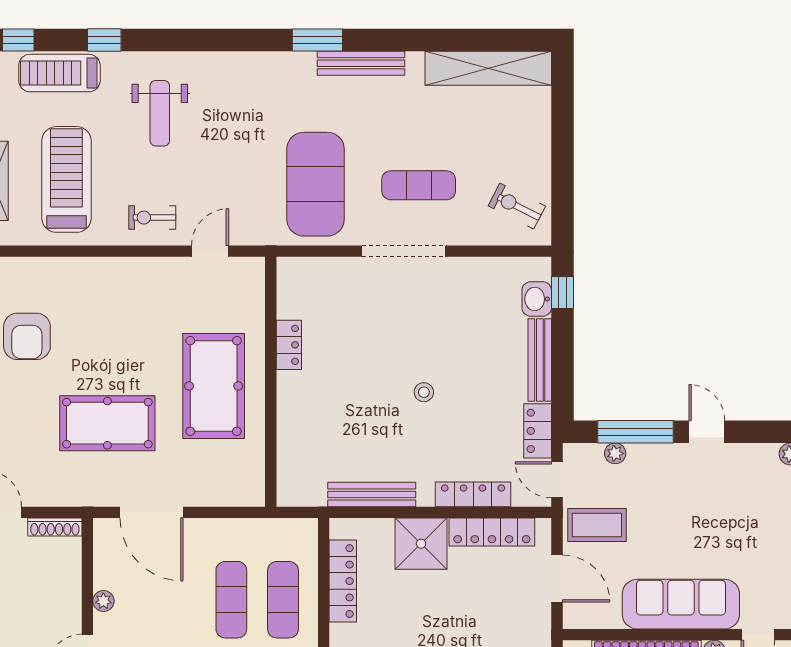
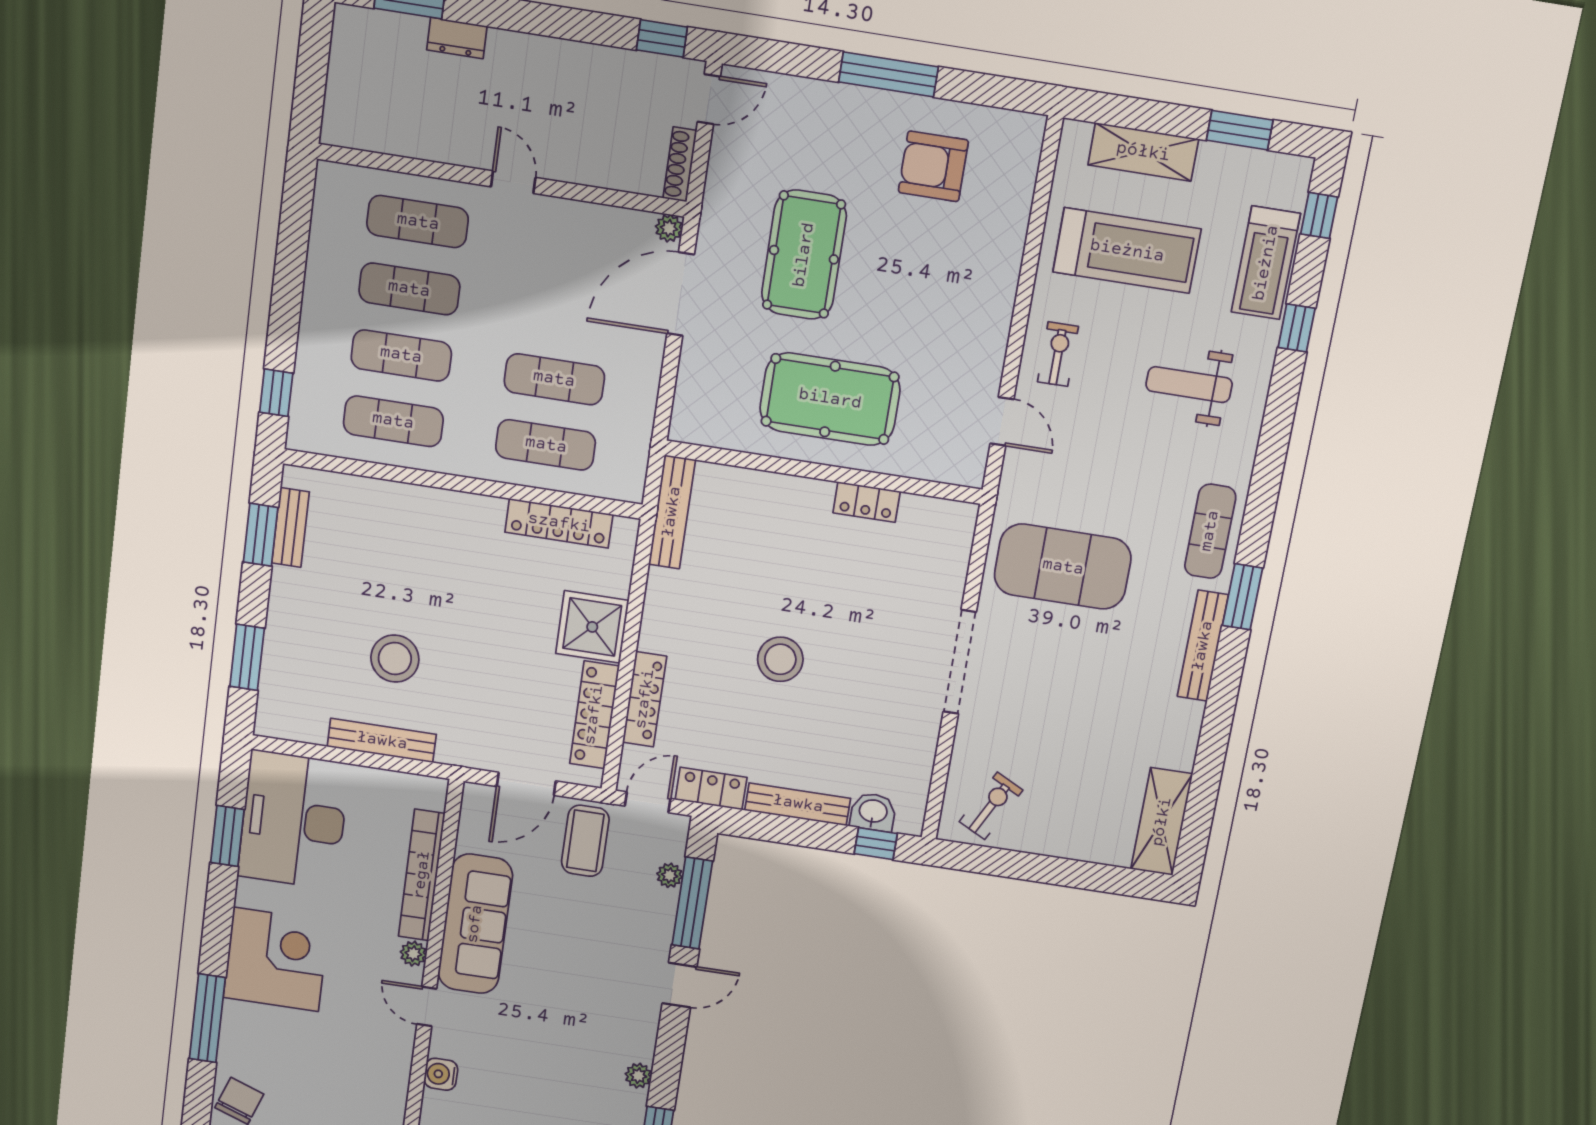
shelving: (488, 68) -> (1162, 822), width x0.68
treadmill: (59, 73) -> (1266, 263), turned 180
exercise mat: (419, 185) -> (1210, 531), moved
stool: (424, 392) -> (780, 659), width x1.89, depth x1.89
bench: (372, 494) -> (672, 512), moved
plant: (103, 601) -> (669, 228), moved

